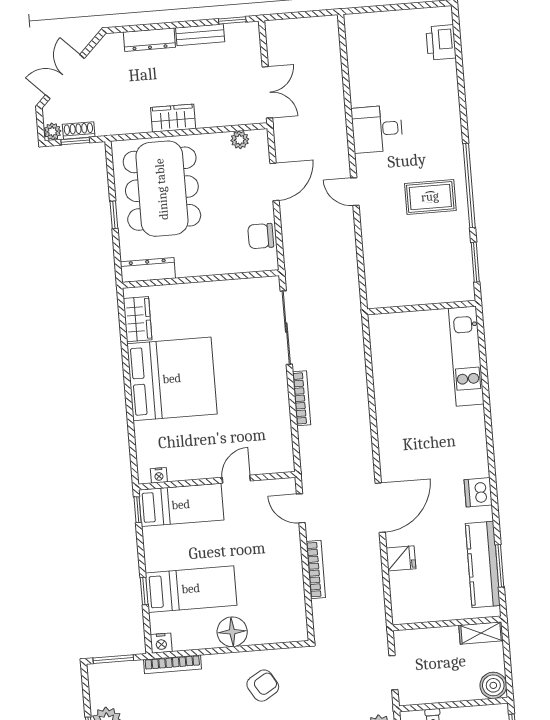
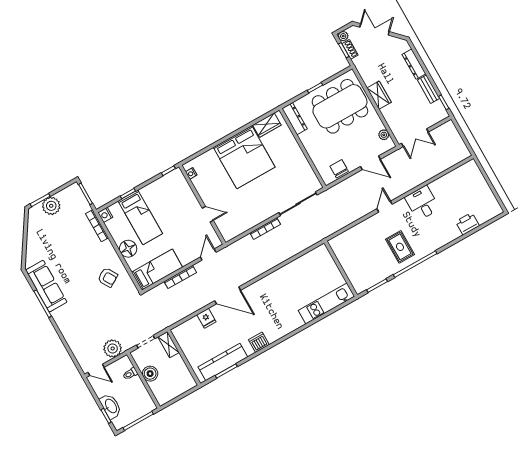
printer: (441, 42) -> (467, 224), moved
bed: (181, 505) -> (157, 270), moved, turned -90
shelving: (481, 633) -> (168, 345), moved
boiler: (493, 685) -> (150, 374), moved

